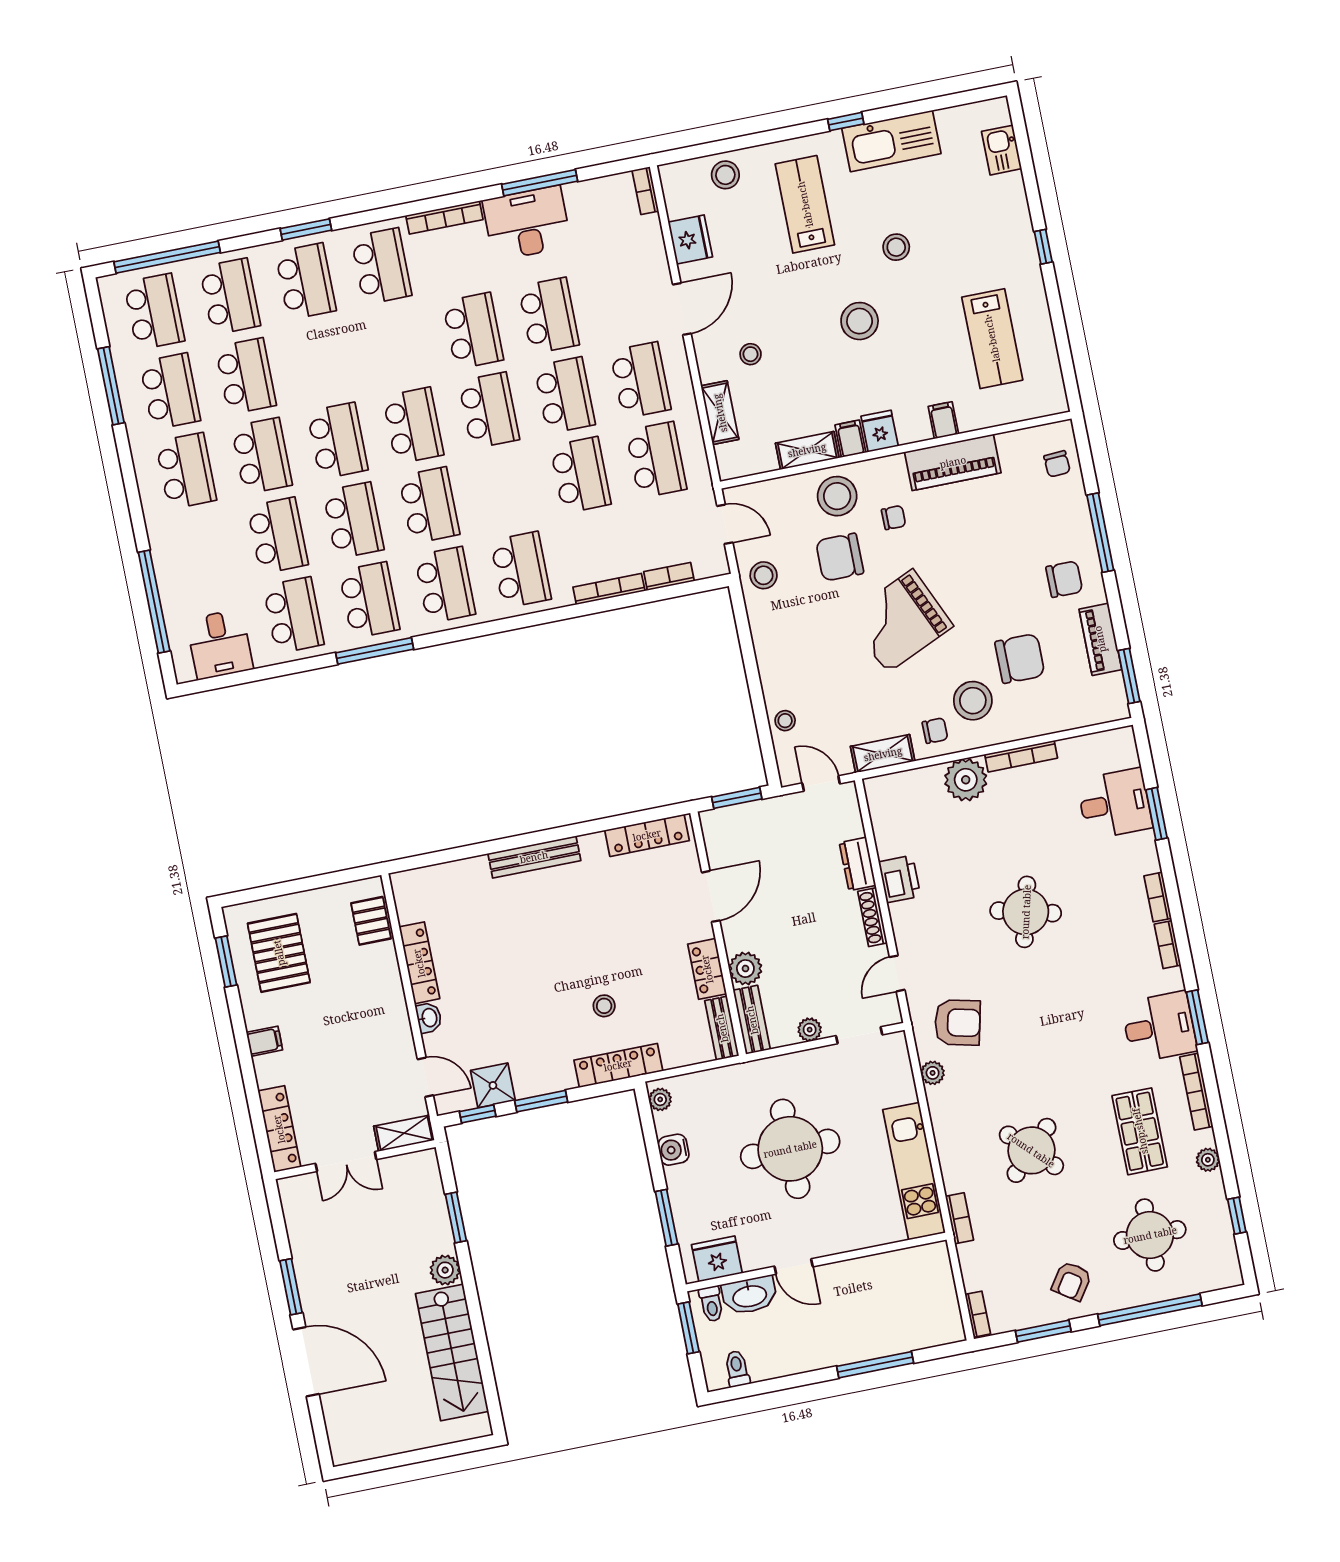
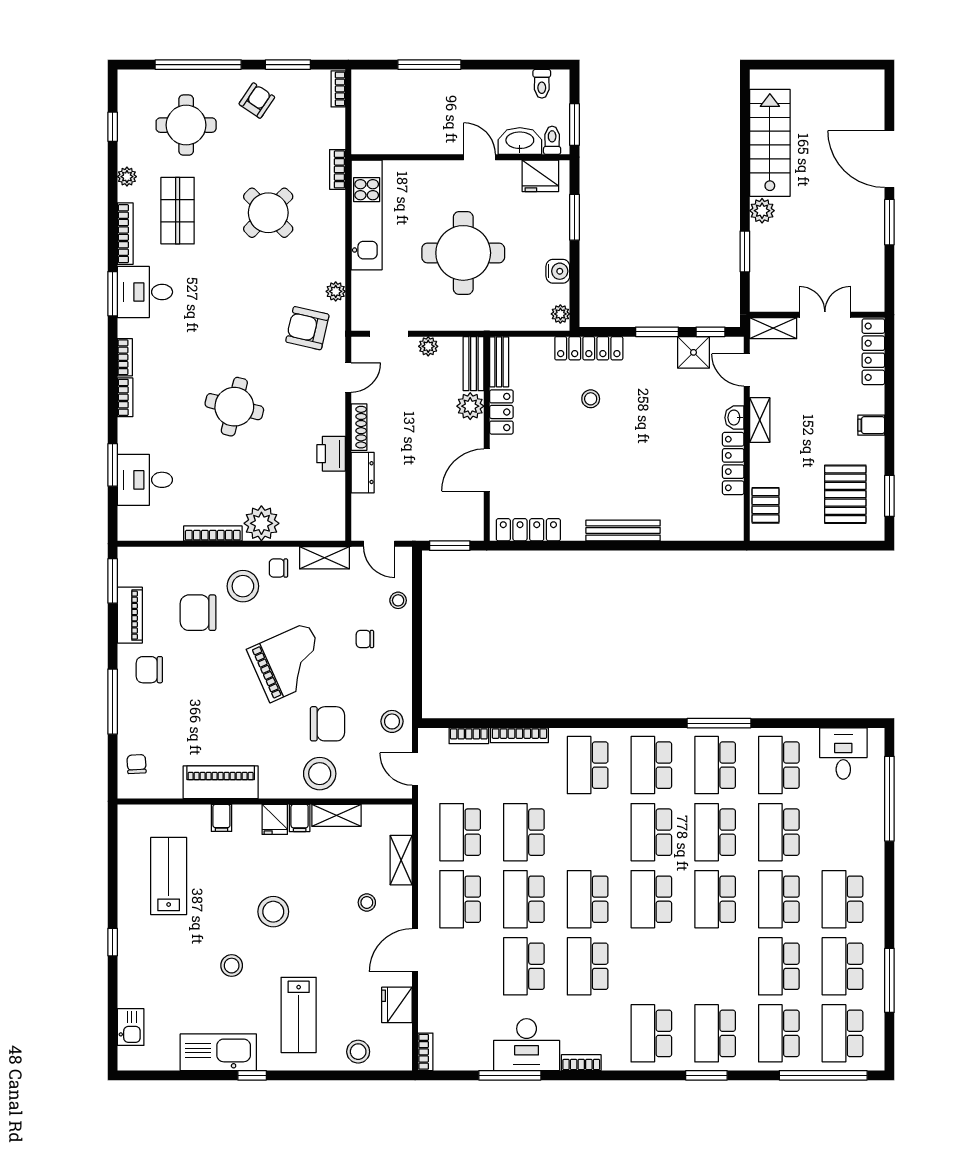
bookcase: (444, 217) -> (581, 1063), width x0.64
chair: (894, 518) -> (365, 639), moved
shelving: (398, 1021) -> (760, 420), added

